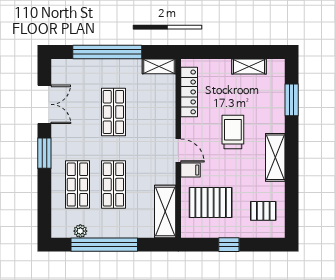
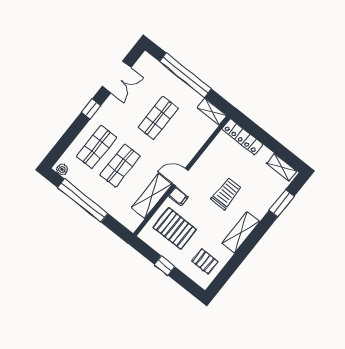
shelving: (249, 66) -> (282, 167), moved
locker: (189, 92) -> (242, 137), moved, turned 90
door: (178, 151) -> (181, 177), swing flipped
window: (44, 153) -> (91, 109), width x0.67
shelving: (165, 212) -> (152, 196), moved
plant: (80, 231) -> (62, 169), moved

